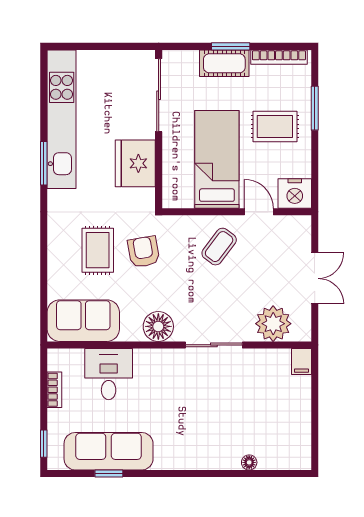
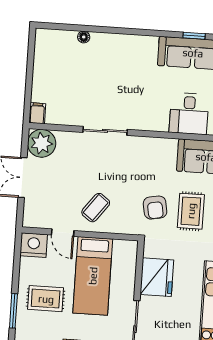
plant: (273, 324) -> (42, 143), moved
floor lamp: (158, 326) -> (148, 148), removed

